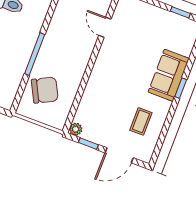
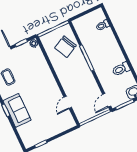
door: (105, 27) -> (68, 102), swing flipped

